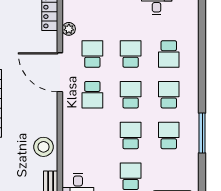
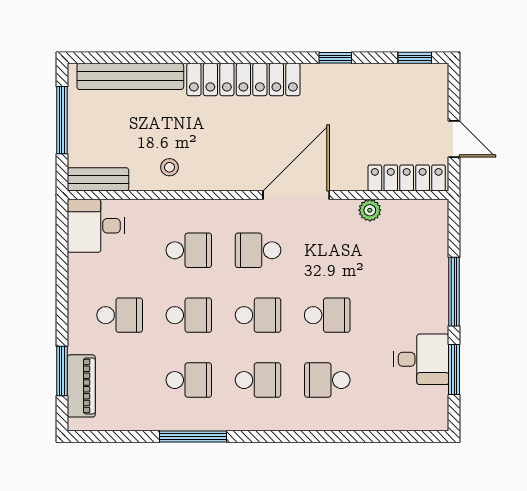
school desk: (92, 54) -> (189, 250), moved
stool: (43, 147) -> (169, 167), width x0.53, depth x0.53

